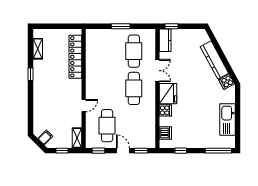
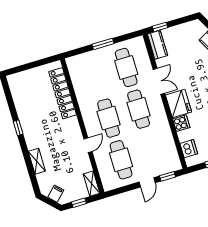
shelving: (38, 49) -> (37, 161), moved
cafe table: (107, 88) -> (109, 118), added
window: (99, 151) -> (120, 191), removed
door: (123, 151) -> (147, 182), swing flipped

